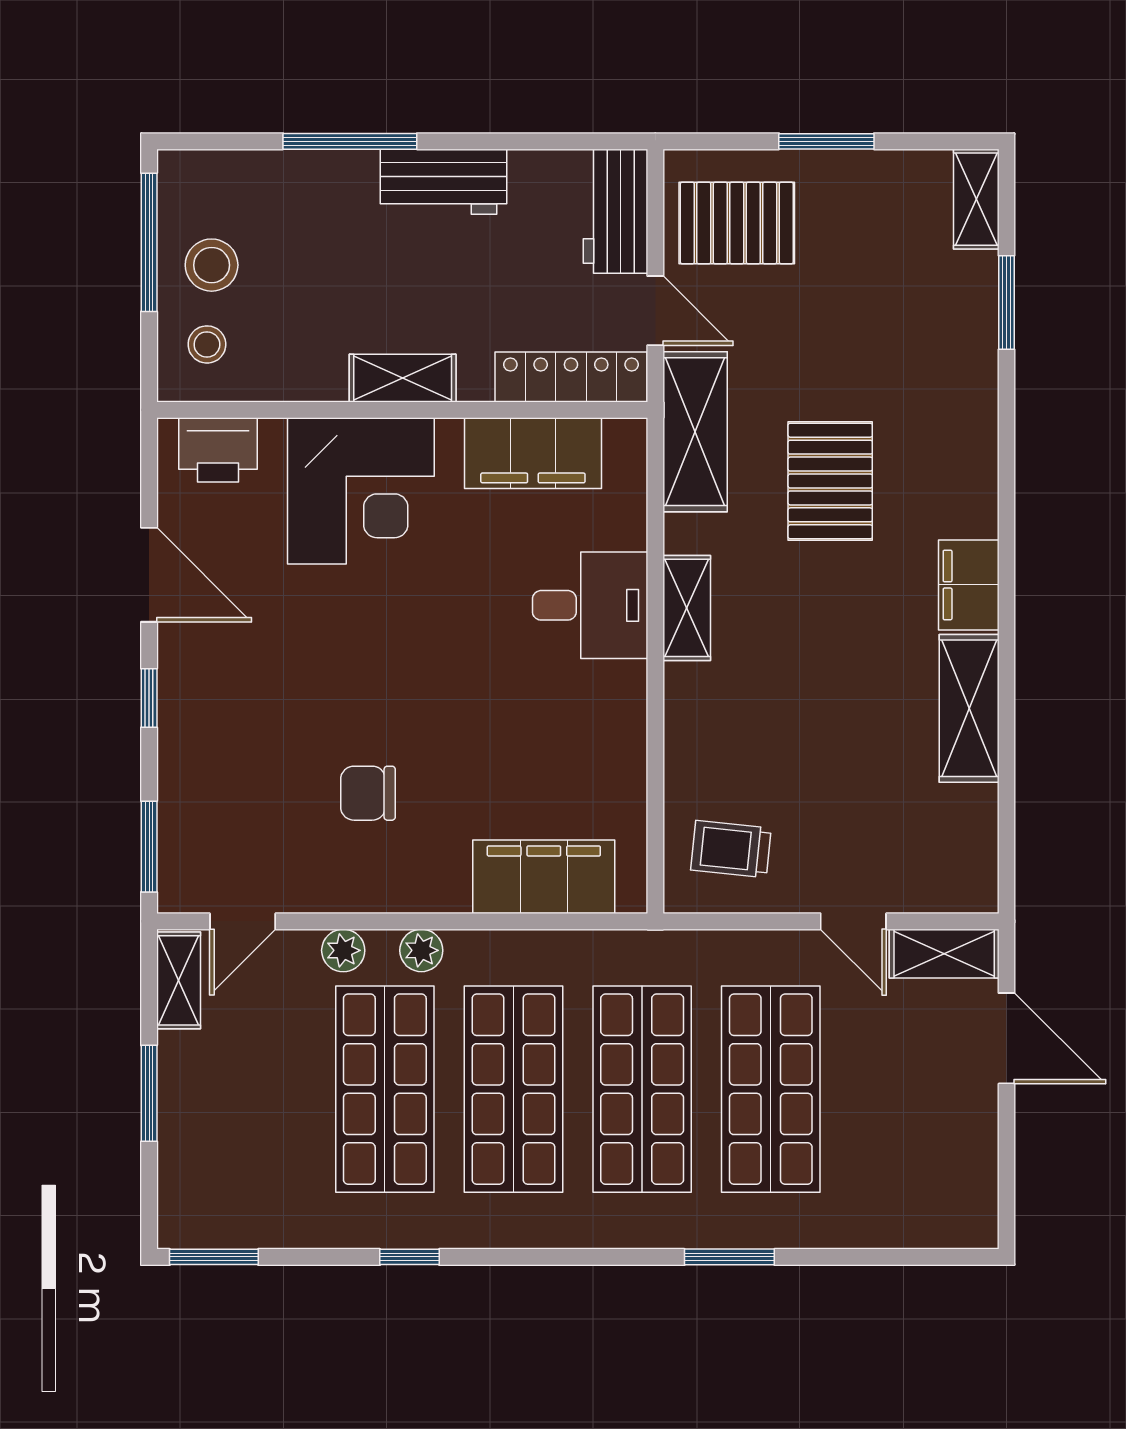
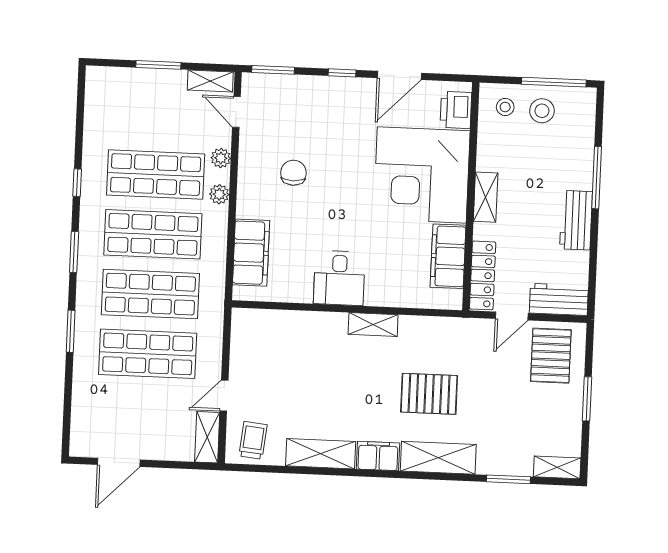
shelving: (695, 432) -> (438, 458), moved
corner desk: (361, 491) -> (422, 175), width x1.36, depth x1.36
desk: (590, 605) -> (339, 278), moved
trolley: (731, 849) -> (253, 440), moved
door: (1007, 1038) -> (119, 462), moved
window: (214, 1257) -> (74, 252), moved

